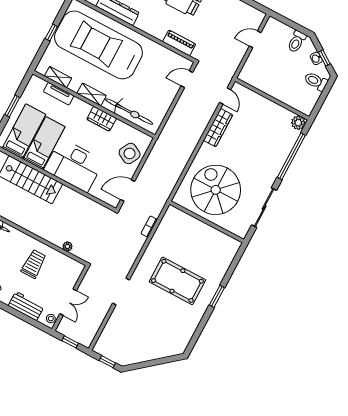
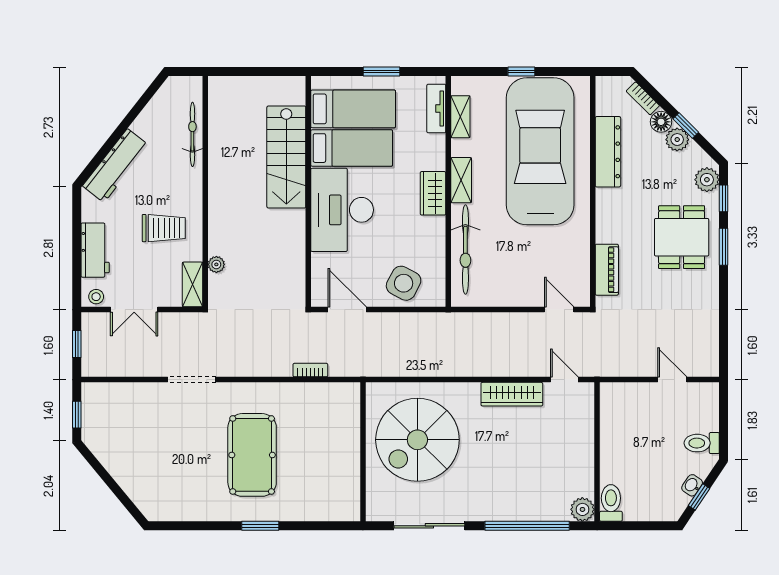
toilet: (316, 81) -> (611, 503), moved
tv unit: (59, 94) -> (436, 108), moved
door: (225, 96) -> (564, 380), swing flipped
wardrobe: (102, 119) -> (433, 193), moved
spiral stairs: (216, 190) -> (417, 440), turned 180
shelving: (71, 265) -> (193, 284), added

